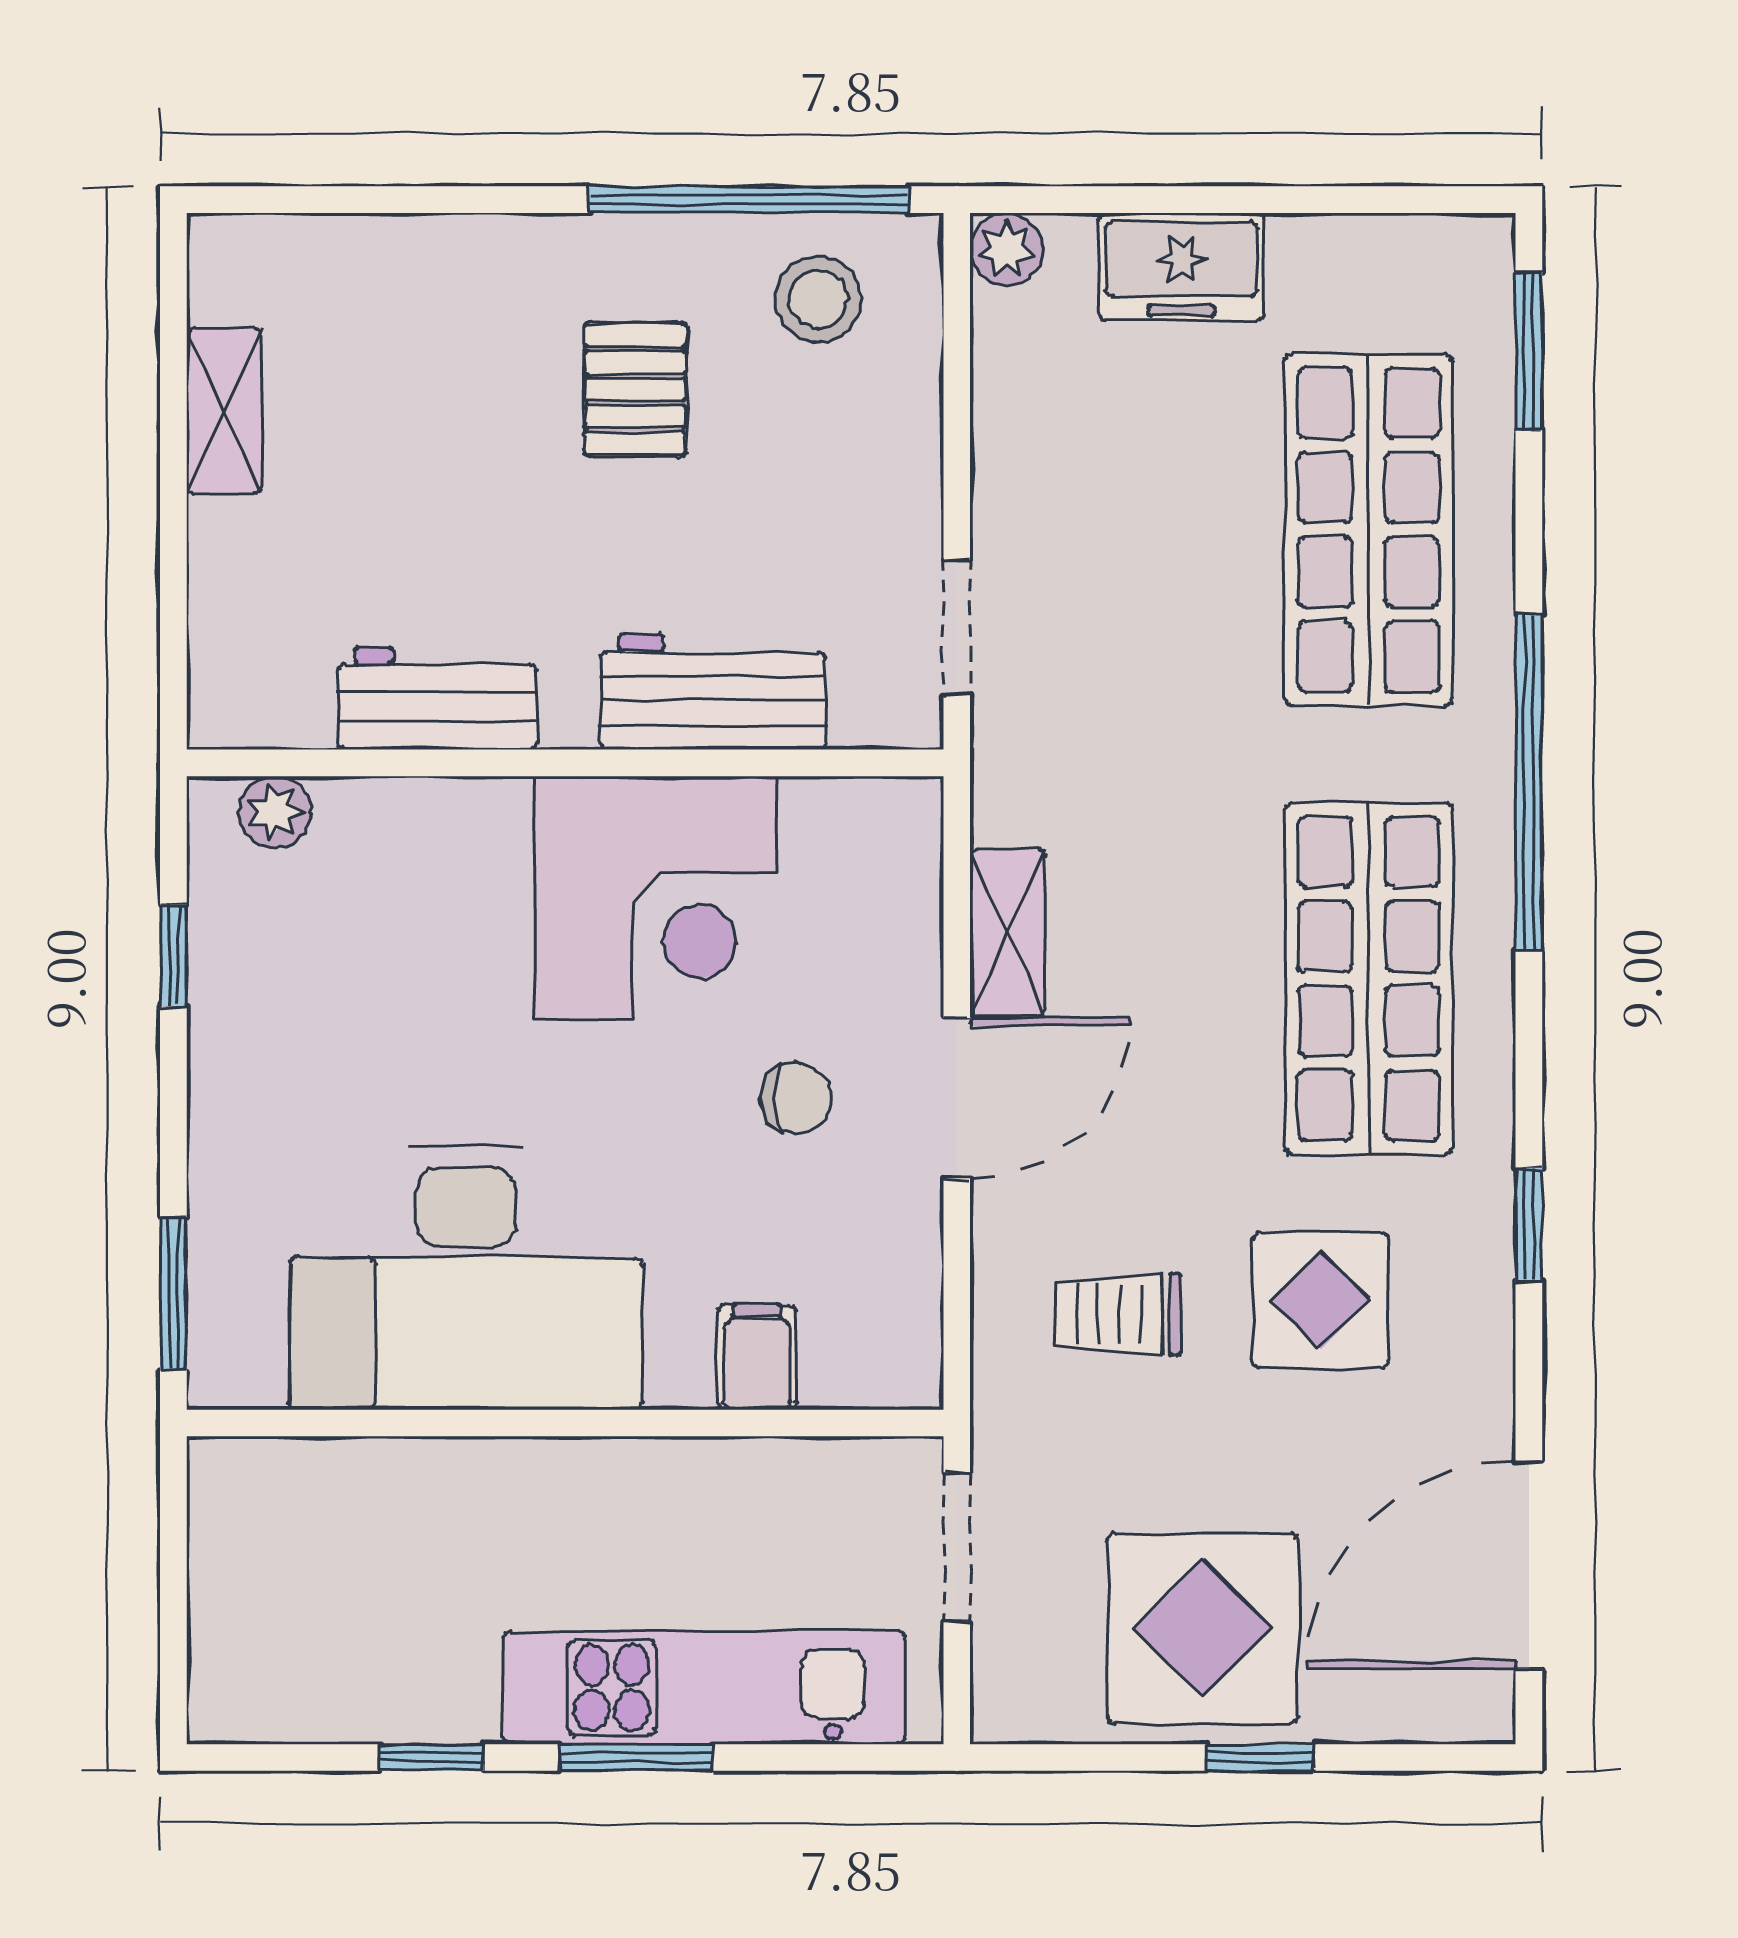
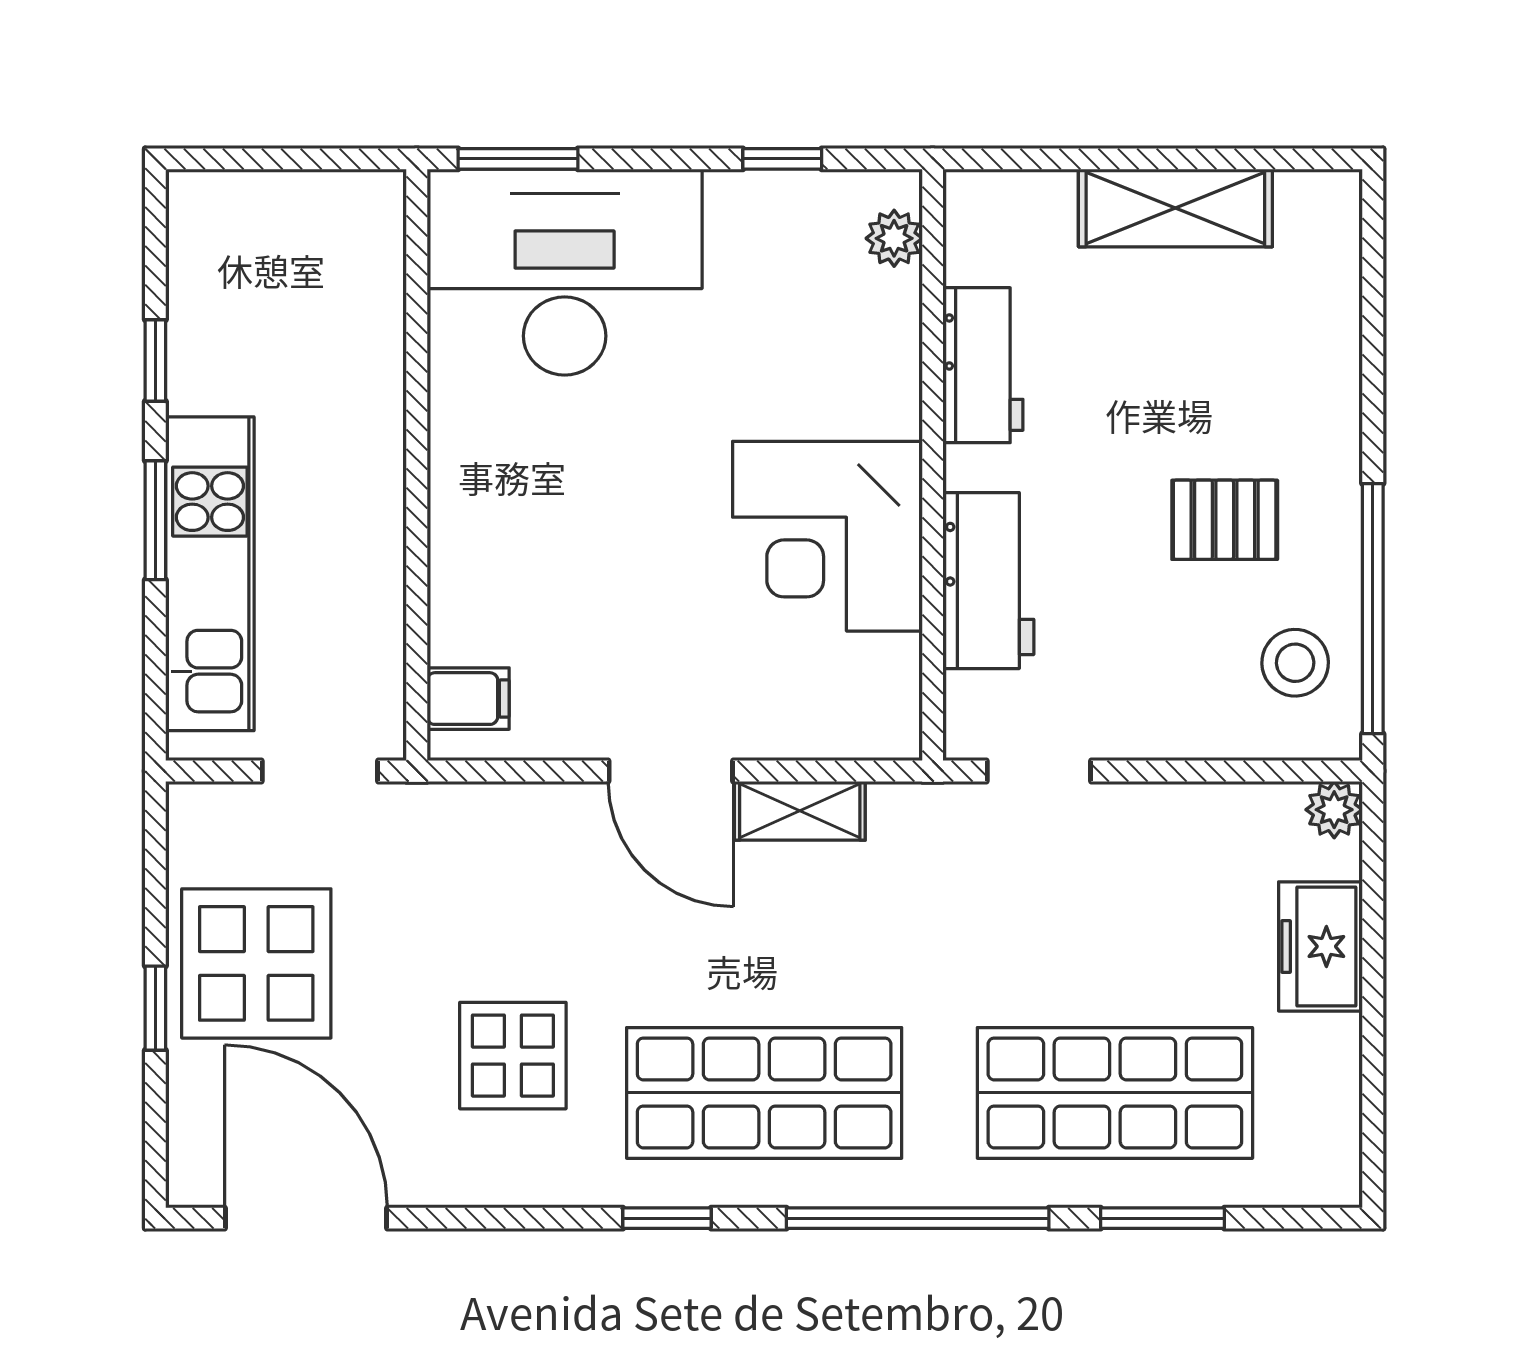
window: (1529, 351) -> (1162, 1218), moved
shelving: (224, 411) -> (1175, 208), width x1.50, depth x1.33
chair: (796, 1098) -> (670, 646), removed
window: (1529, 1224) -> (667, 1218), moved
desk: (466, 1278) -> (565, 272), moved, turned 90
trolley: (1118, 1314) -> (502, 897), removed
filing cabinet: (757, 1357) -> (468, 699), moved

